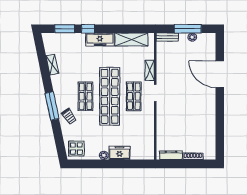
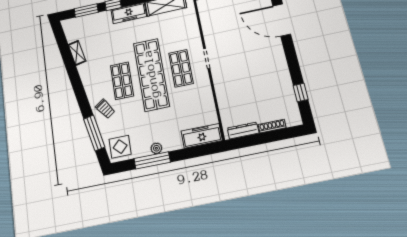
shelving: (150, 70) -> (195, 34), removed
window: (52, 106) -> (94, 133), moved
window: (220, 135) -> (301, 92), added
freezer: (119, 153) -> (202, 136), moved, width x1.40
window: (99, 164) -> (152, 160), added

